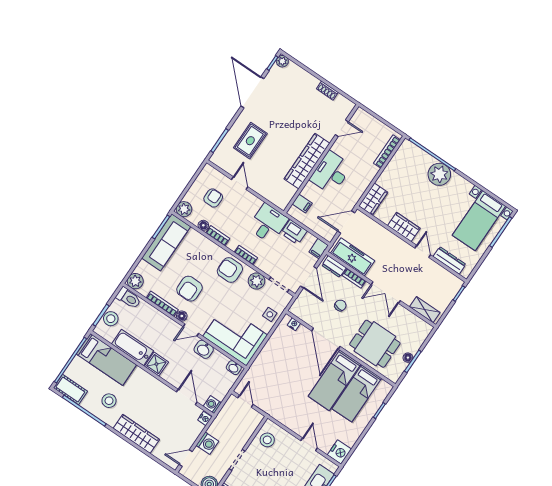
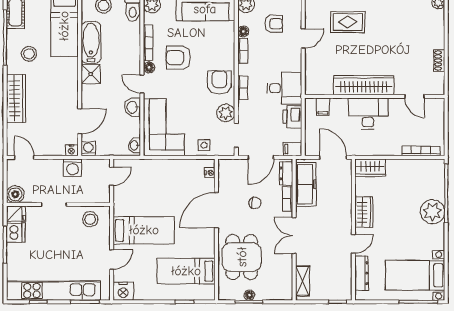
bed: (334, 380) -> (144, 230), moved, turned 180
washing machine: (207, 443) -> (72, 168), moved

